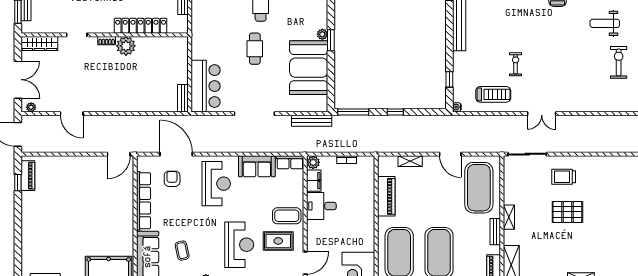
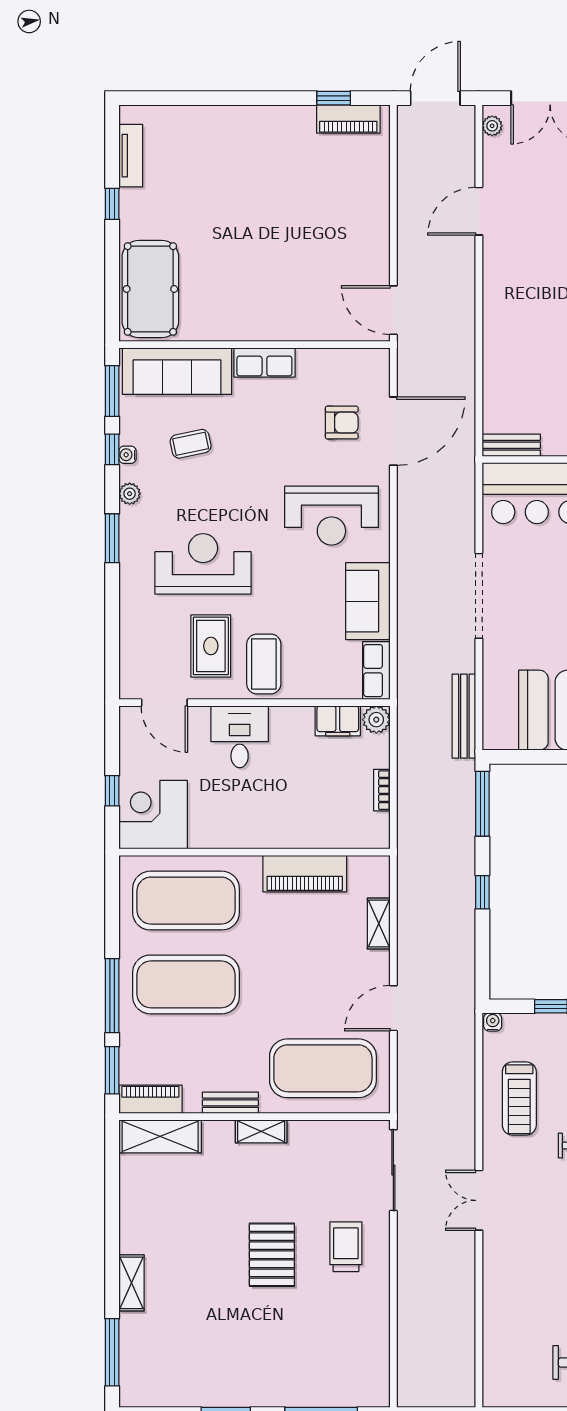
row of seats: (143, 201) -> (264, 362), width x0.50
desk: (321, 206) -> (240, 737), moved
reception desk: (239, 245) -> (203, 564), turned 180

